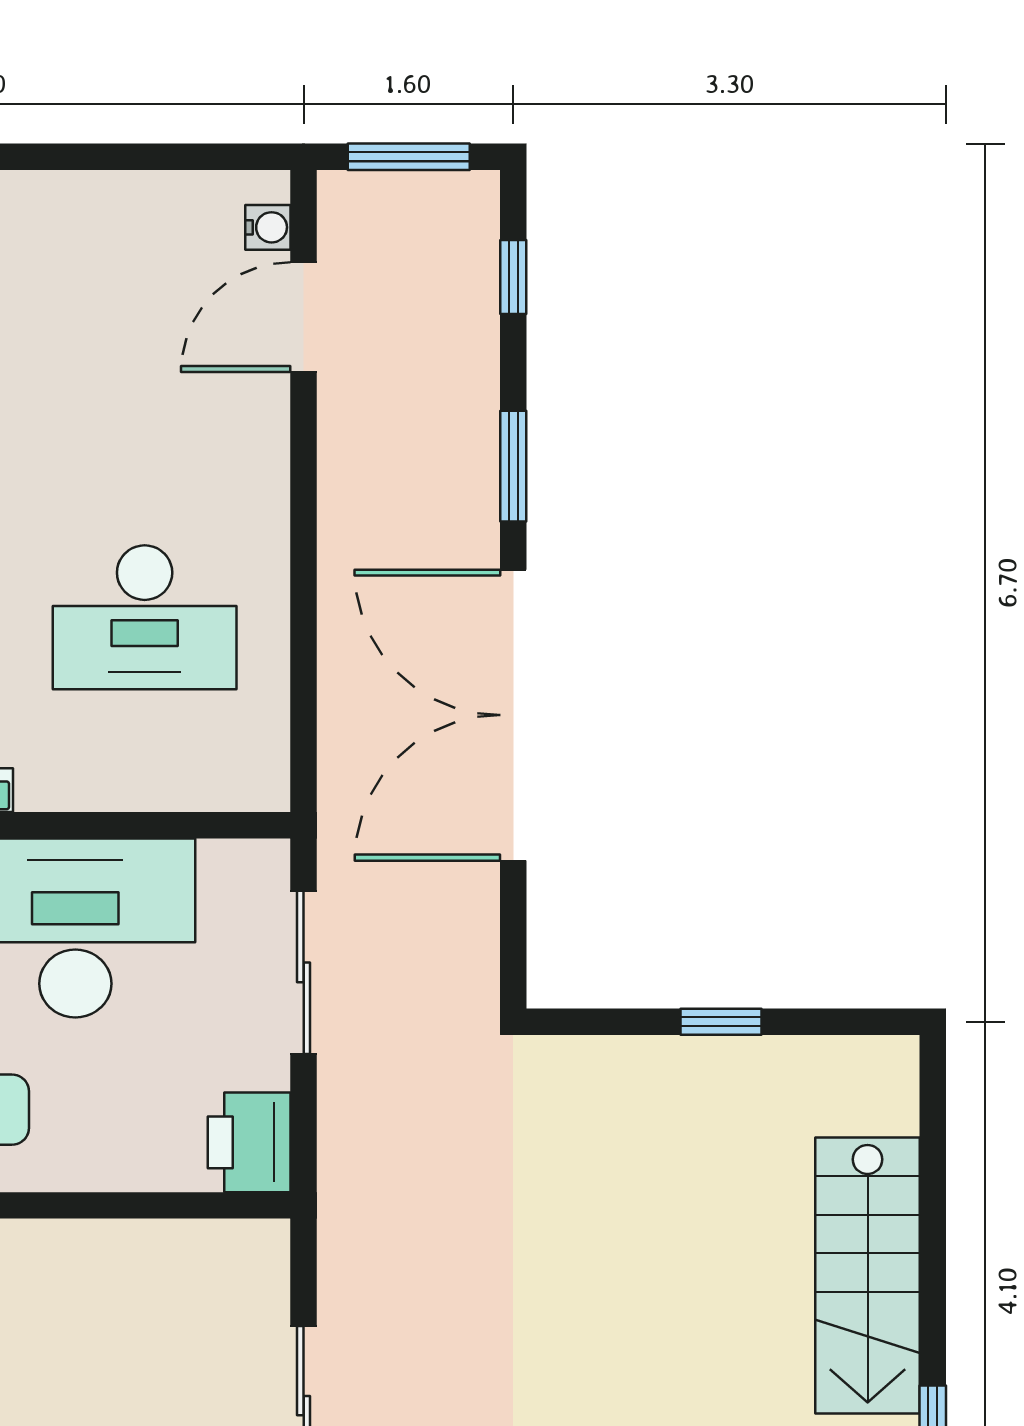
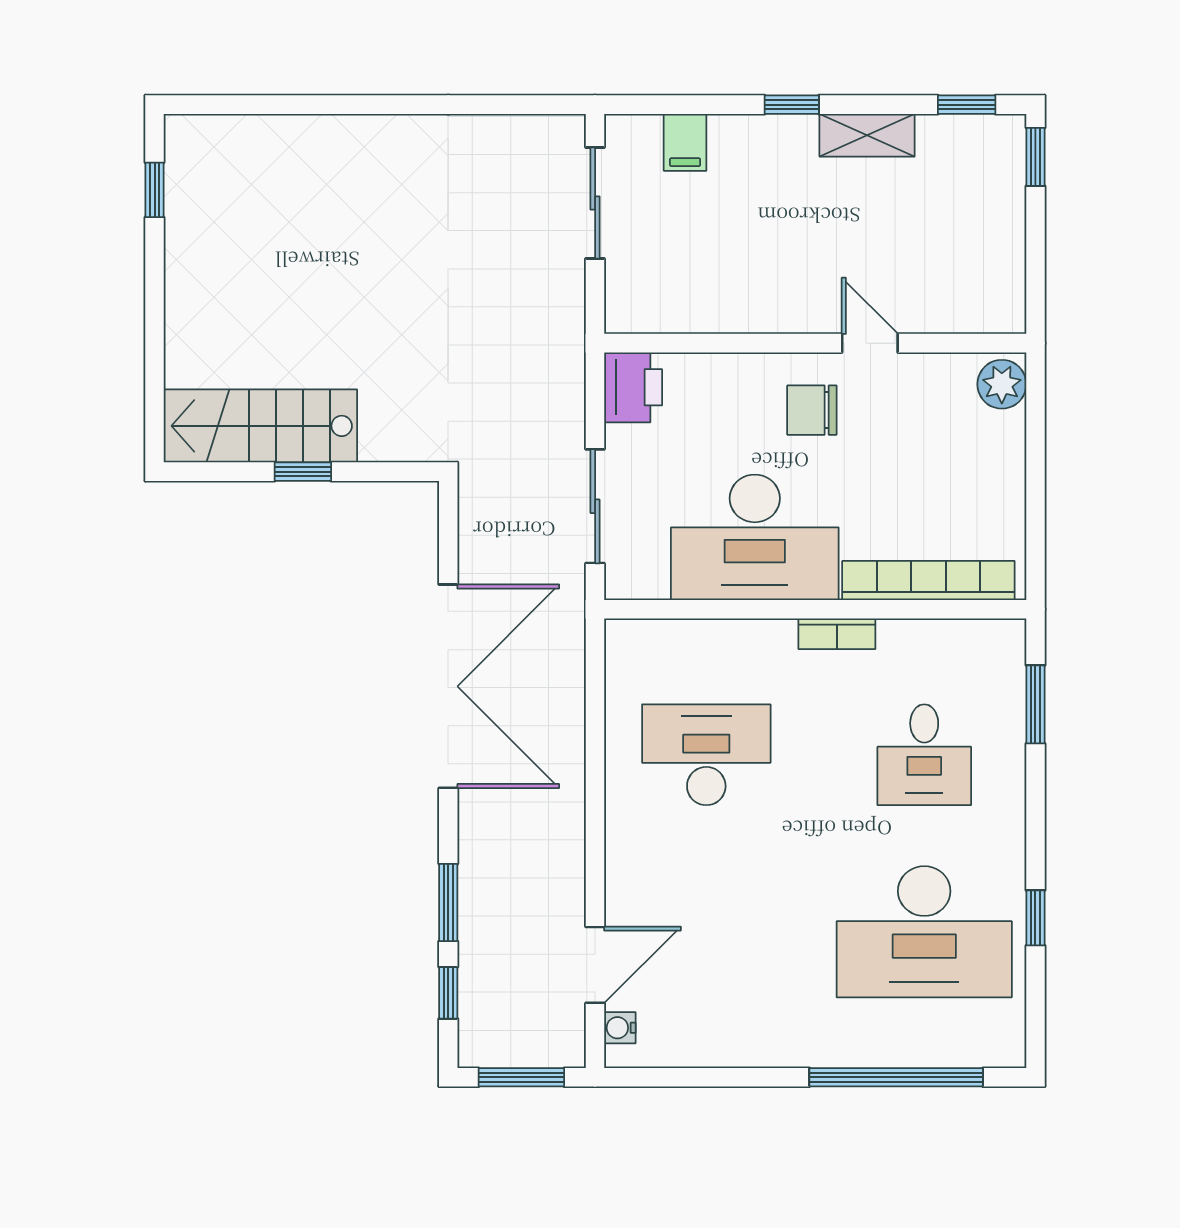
window: (513, 466) -> (448, 903), moved
stairs: (868, 1275) -> (260, 426), moved, turned -90

